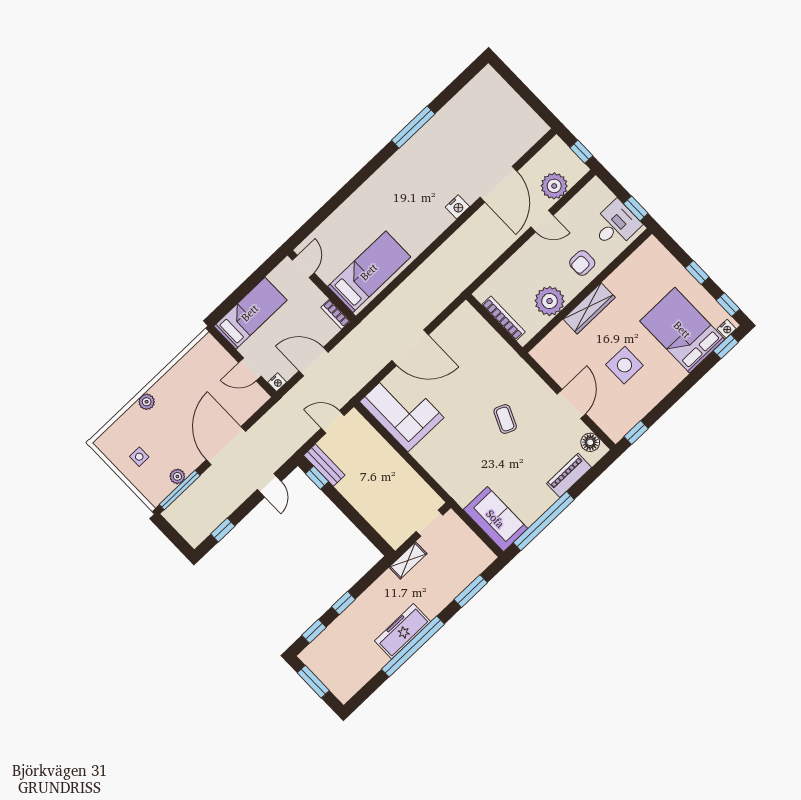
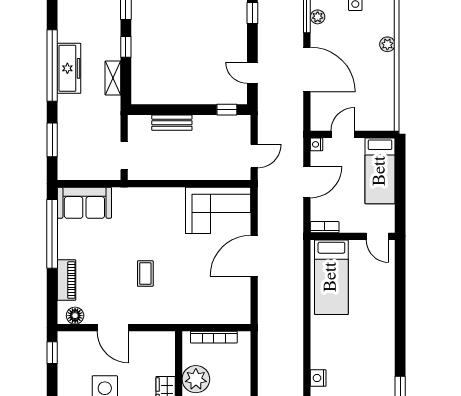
coffee table: (505, 419) -> (145, 274), turned 66
bench: (324, 465) -> (172, 123), moved
shelving: (408, 560) -> (113, 78), moved

